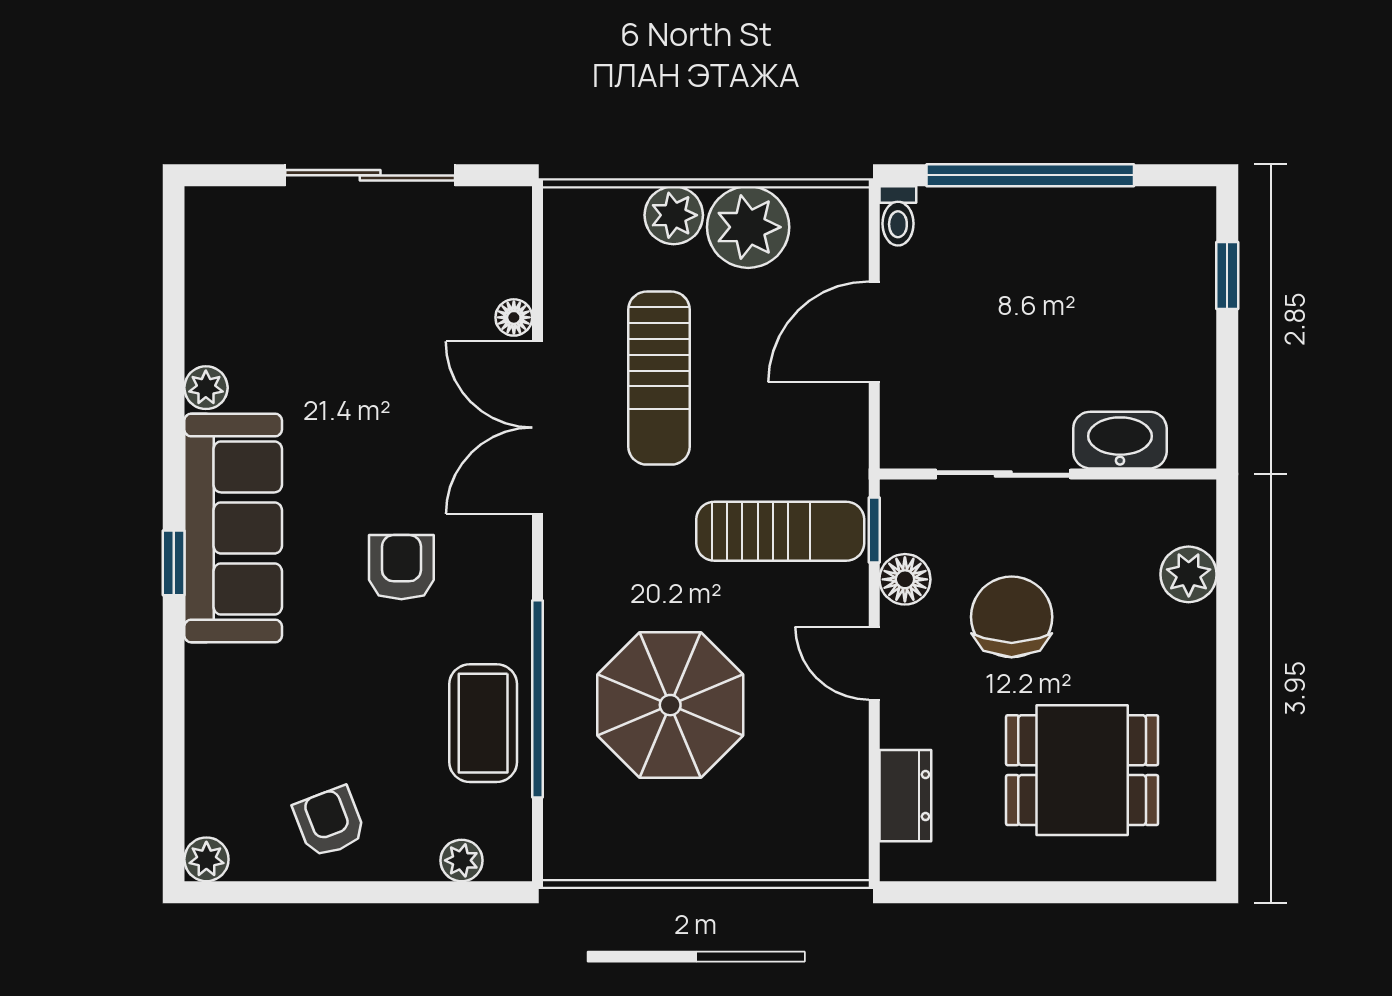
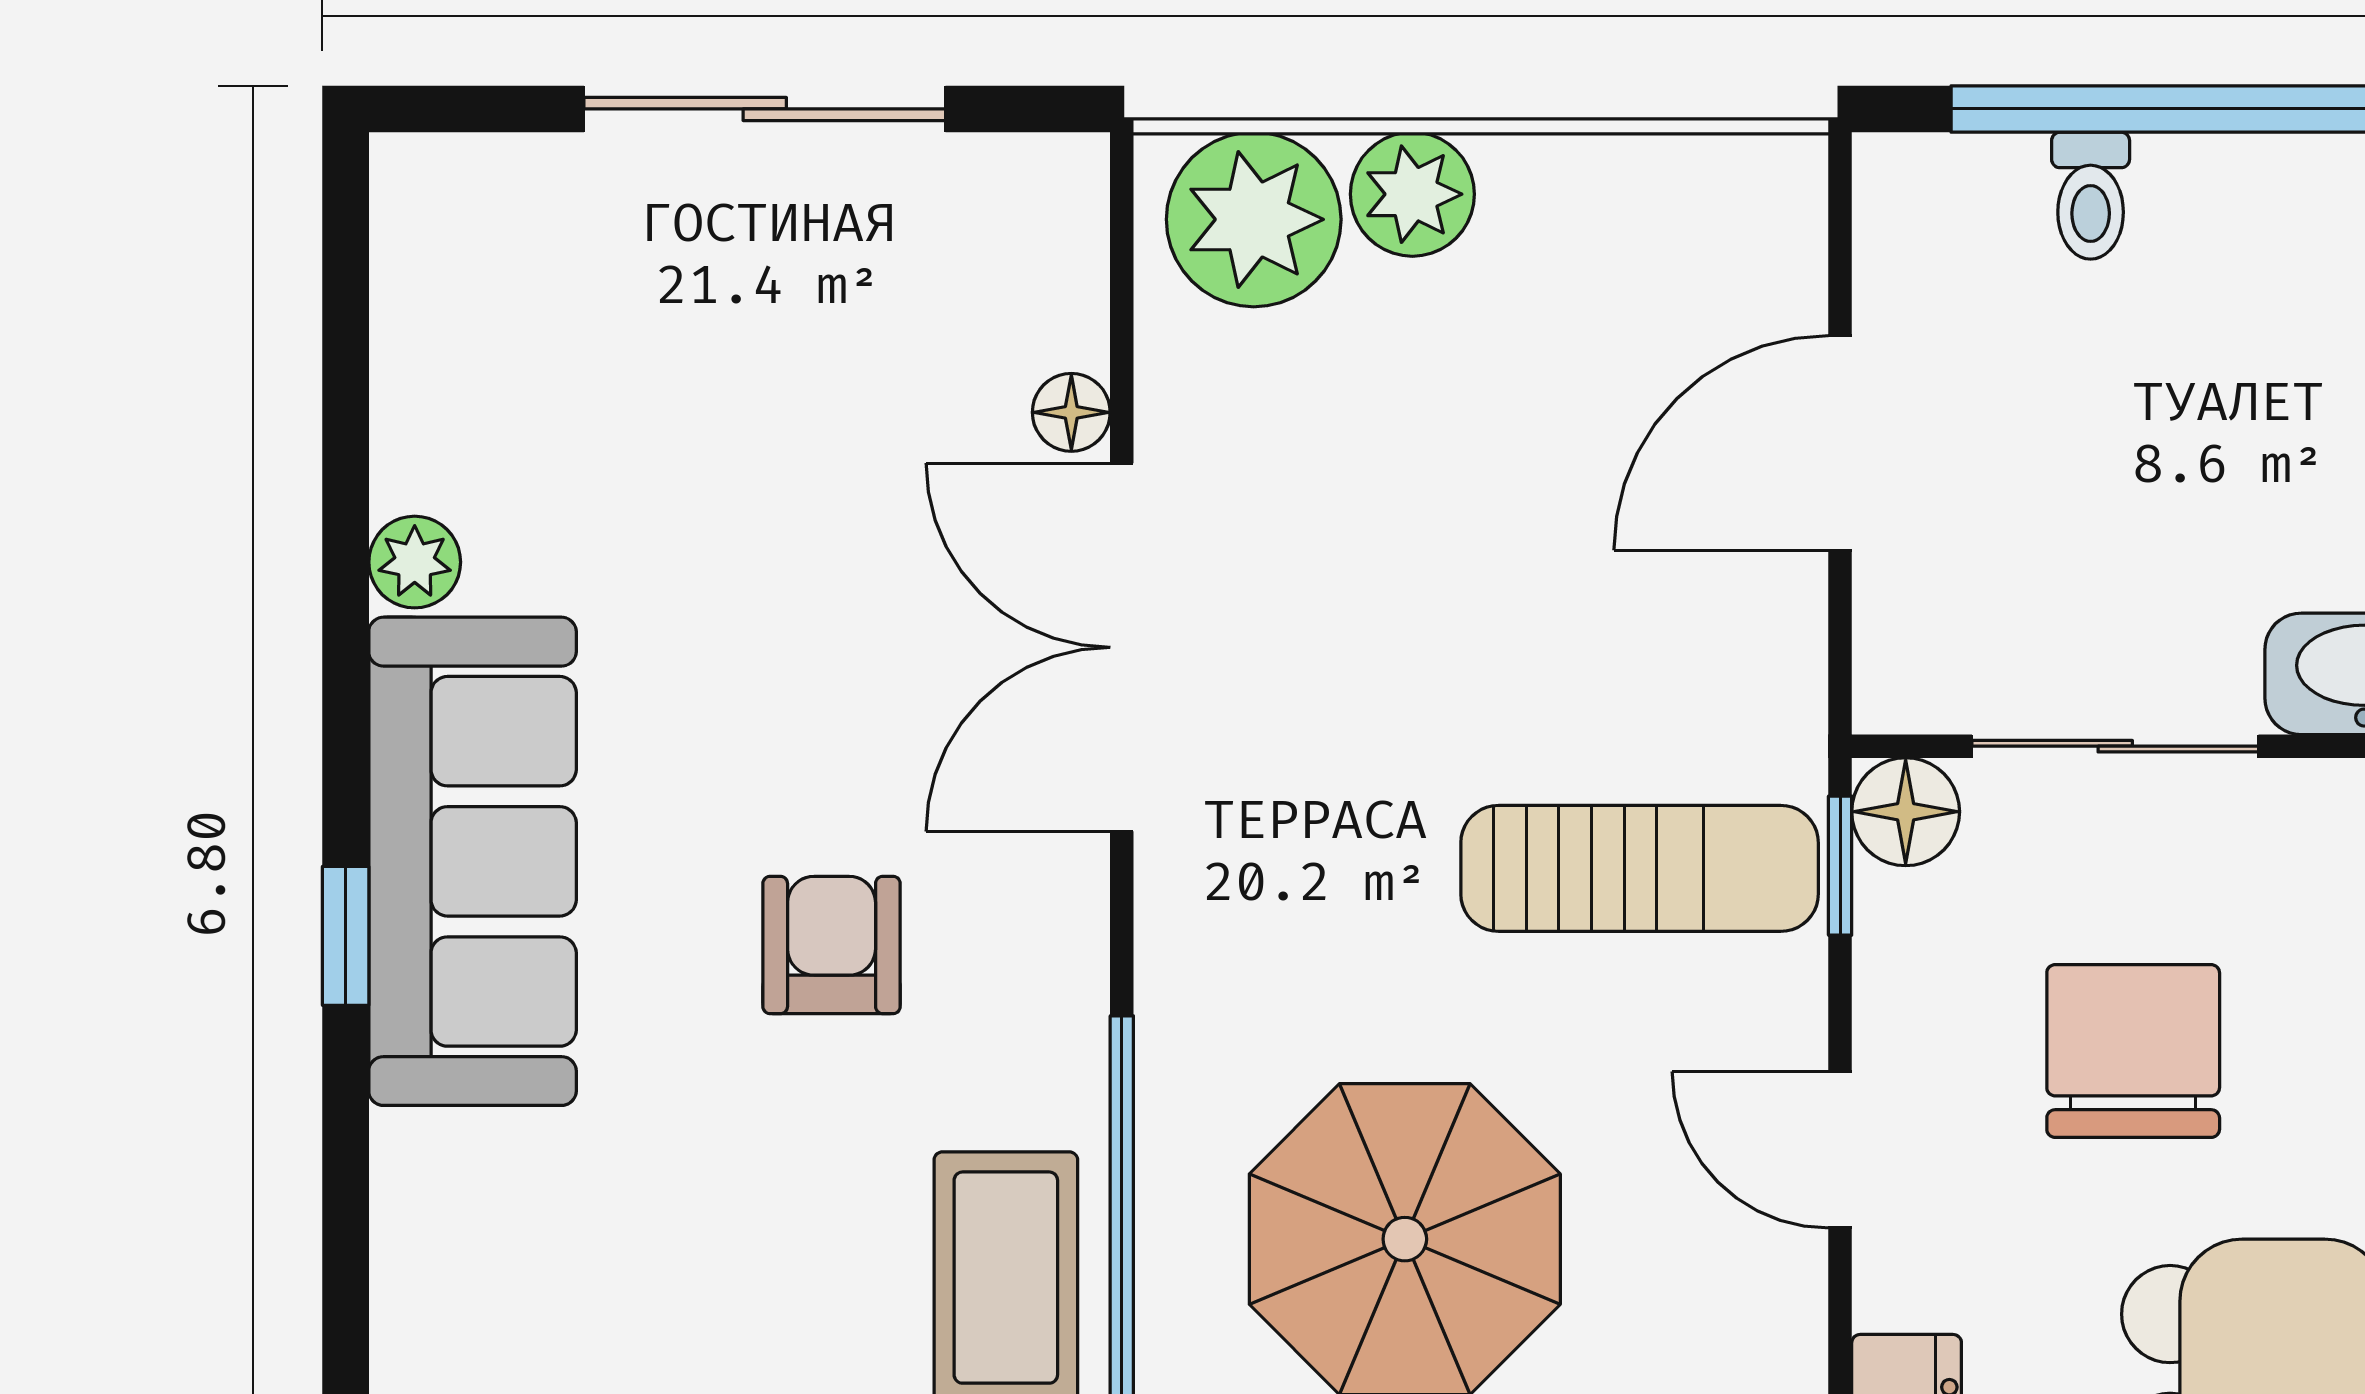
toilet: (898, 216) -> (2091, 196), moved
plant: (748, 227) -> (1254, 219), moved
sun lounger: (659, 378) -> (1381, 542), removed
floor lamp: (905, 579) -> (1906, 812), moved

